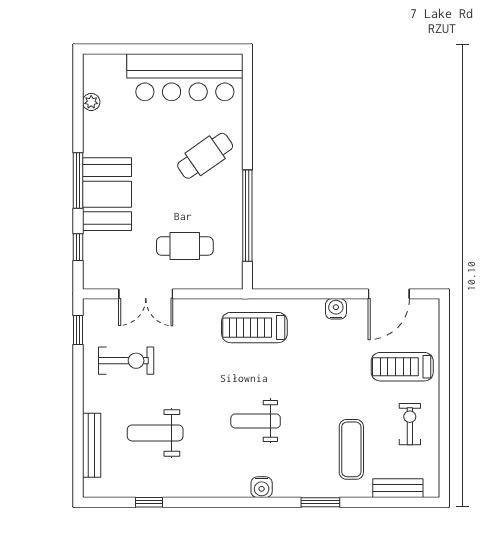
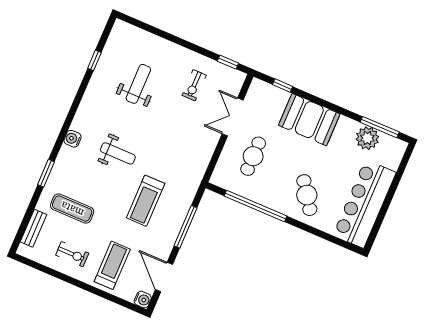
plant: (91, 102) -> (367, 138), width x1.88, depth x1.88
window: (78, 180) -> (380, 127), moved
window: (312, 294) -> (186, 227), added
water cooler: (336, 309) -> (143, 300), moved
treadmill: (254, 328) -> (146, 201), moved, turned 180
exercise bike: (126, 361) -> (194, 85), width x0.73, depth x0.72
weight bench: (256, 421) -> (118, 153), turned 90
bench: (92, 445) -> (148, 39), removed

